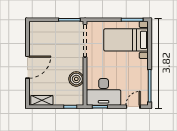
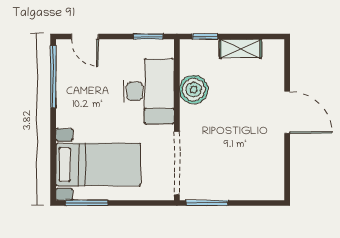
door: (28, 67) -> (287, 112), swing flipped
desk: (104, 92) -> (148, 91), moved, turned 90
shelving: (42, 100) -> (241, 49), moved
door: (133, 107) -> (85, 37), hinge flipped

